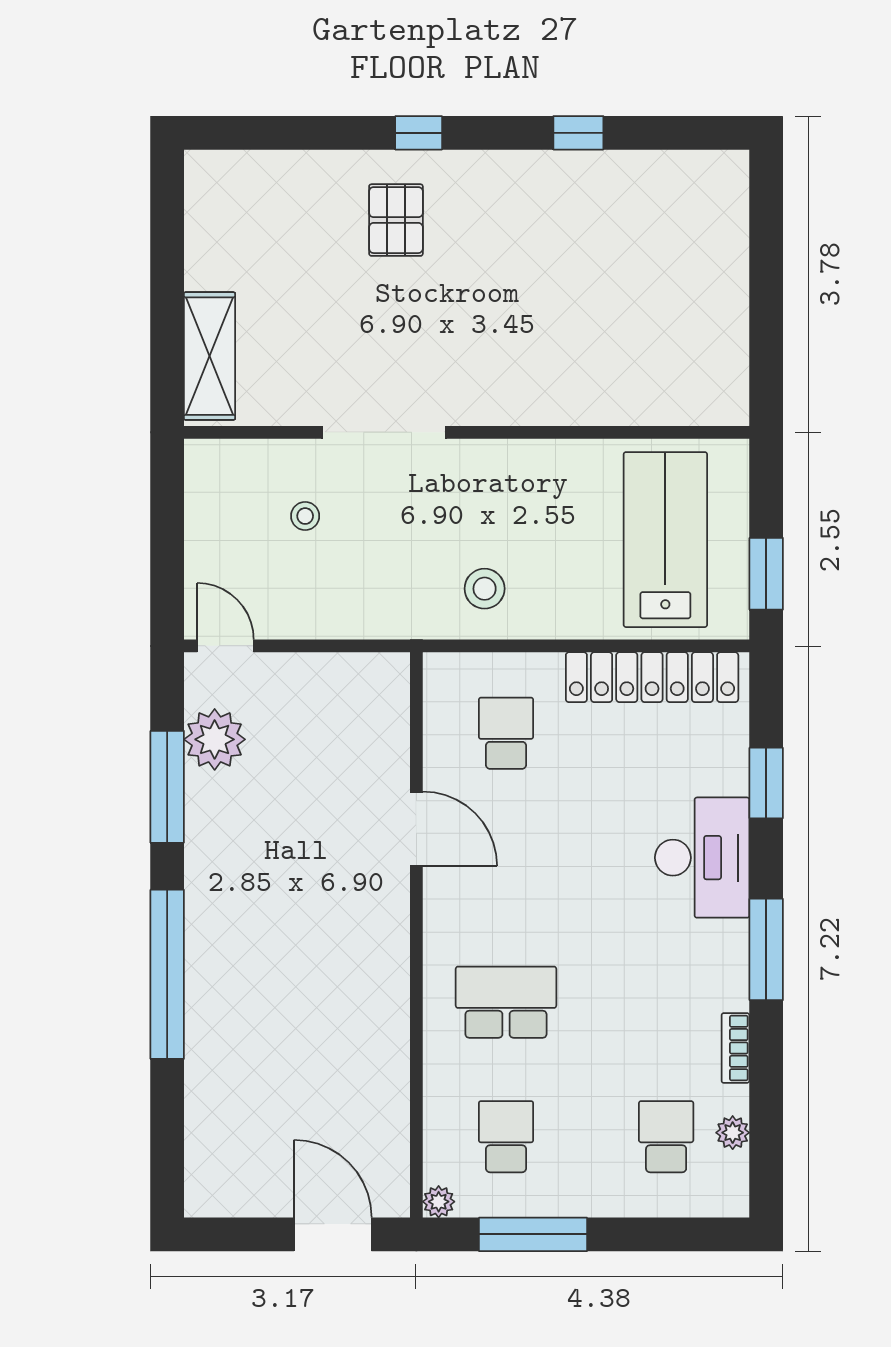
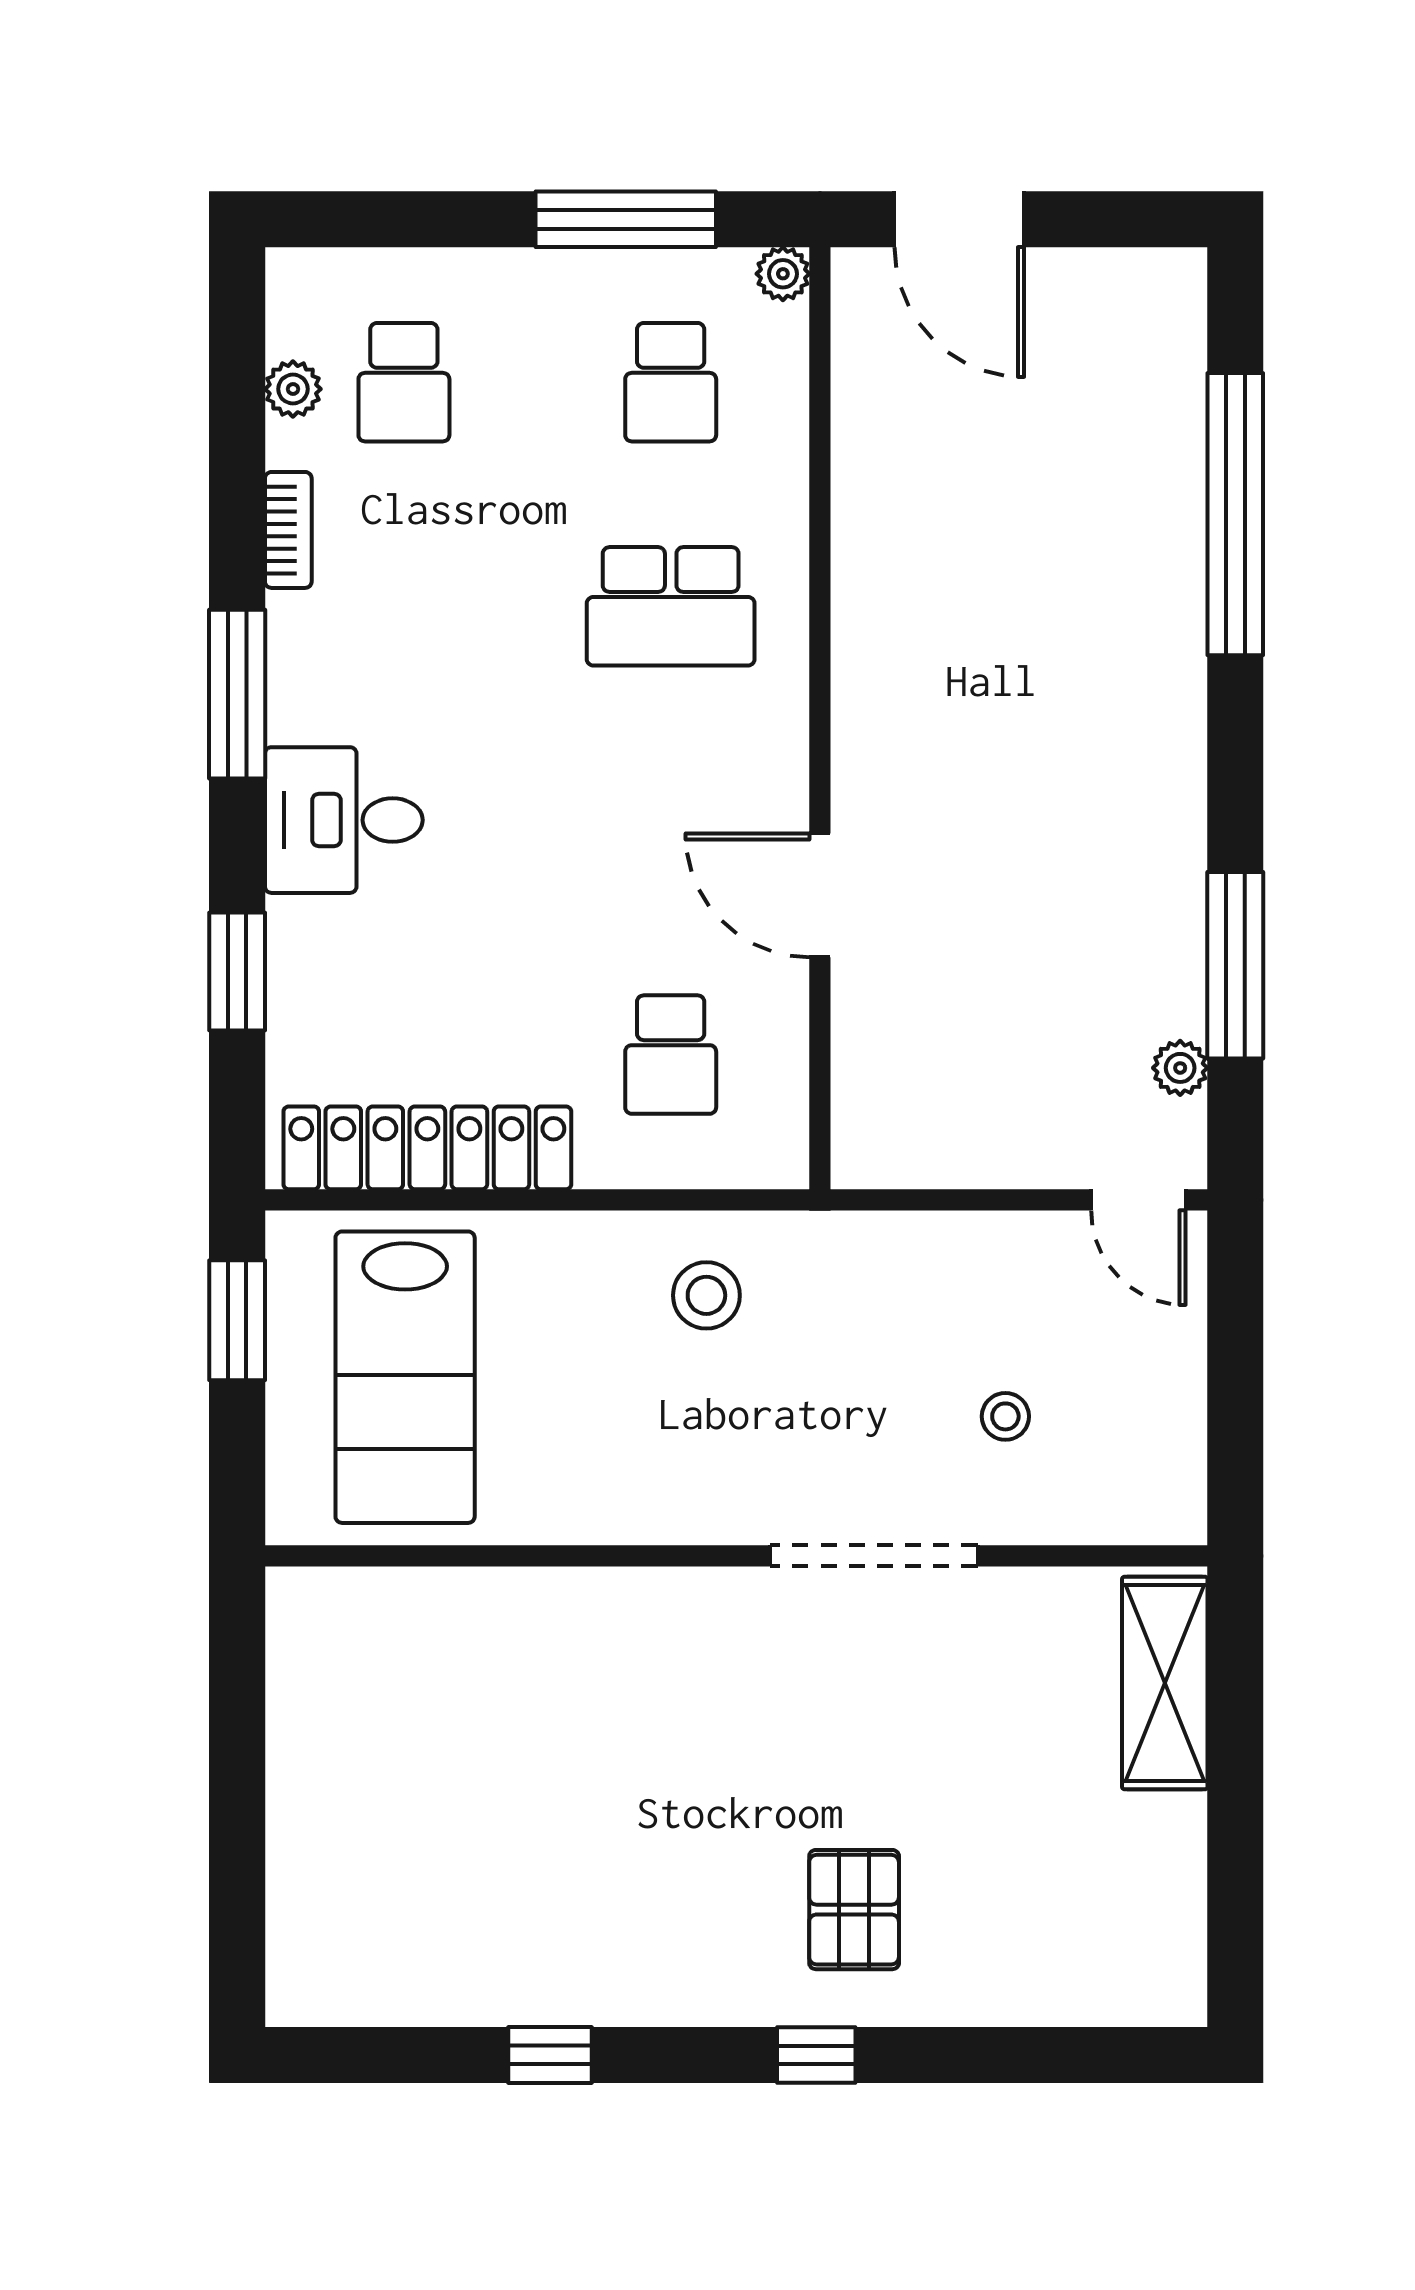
plant: (215, 739) -> (1180, 1068), width x0.53, depth x0.53
desk: (702, 858) -> (344, 820), width x0.73
window: (167, 974) -> (1235, 514), moved

